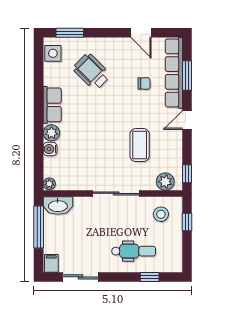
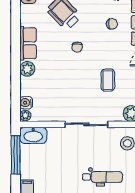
chair: (106, 109) -> (77, 47), added
coffee table: (140, 145) -> (108, 80), width x0.73, depth x0.77
water cooler: (50, 149) -> (26, 103), moved

